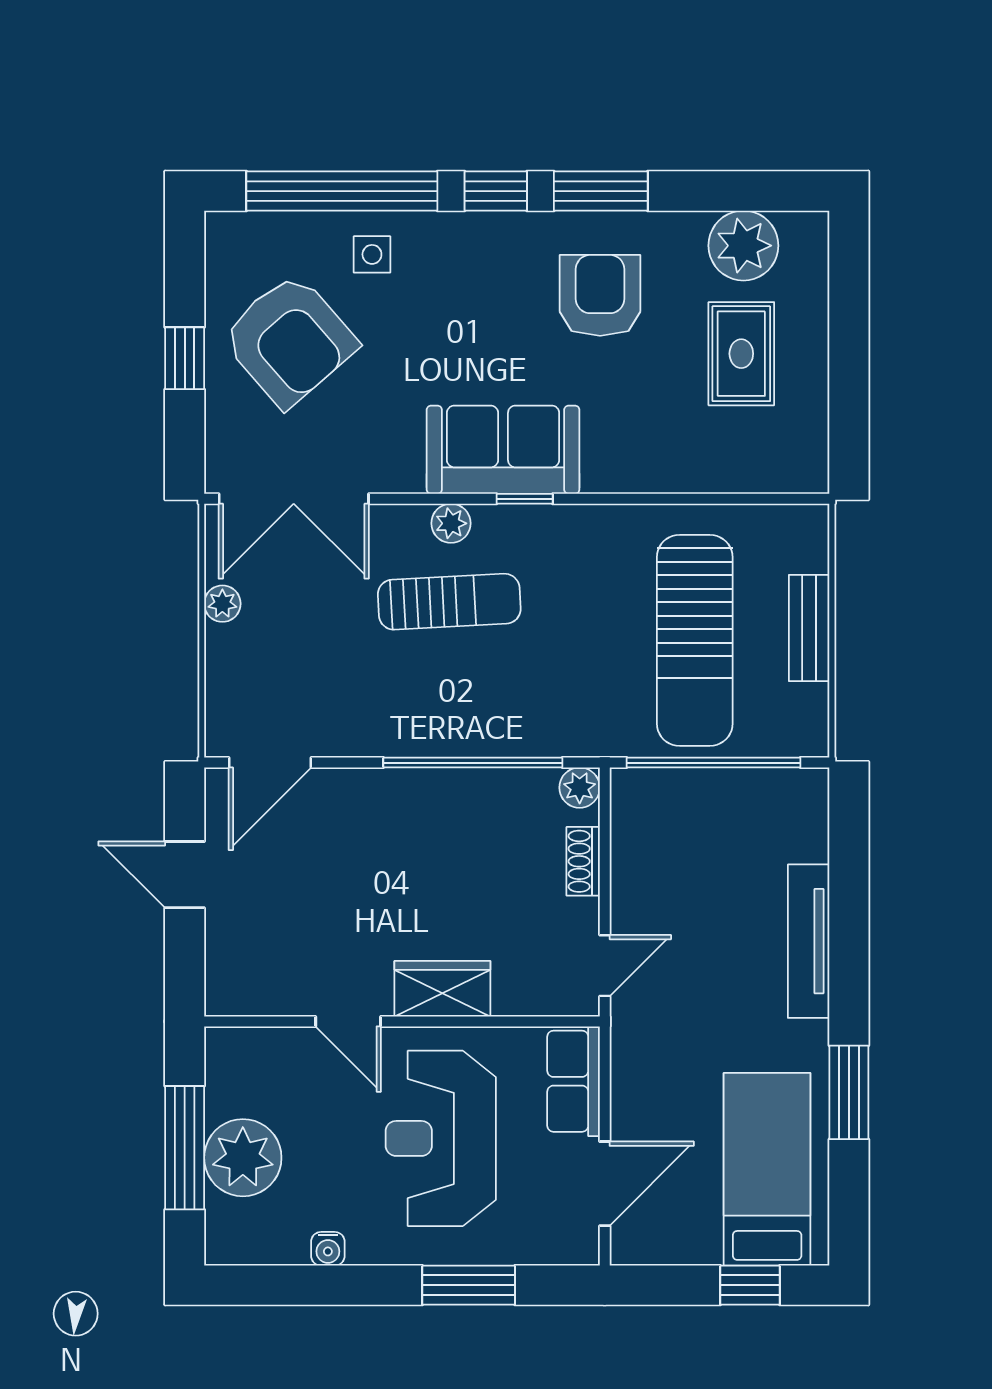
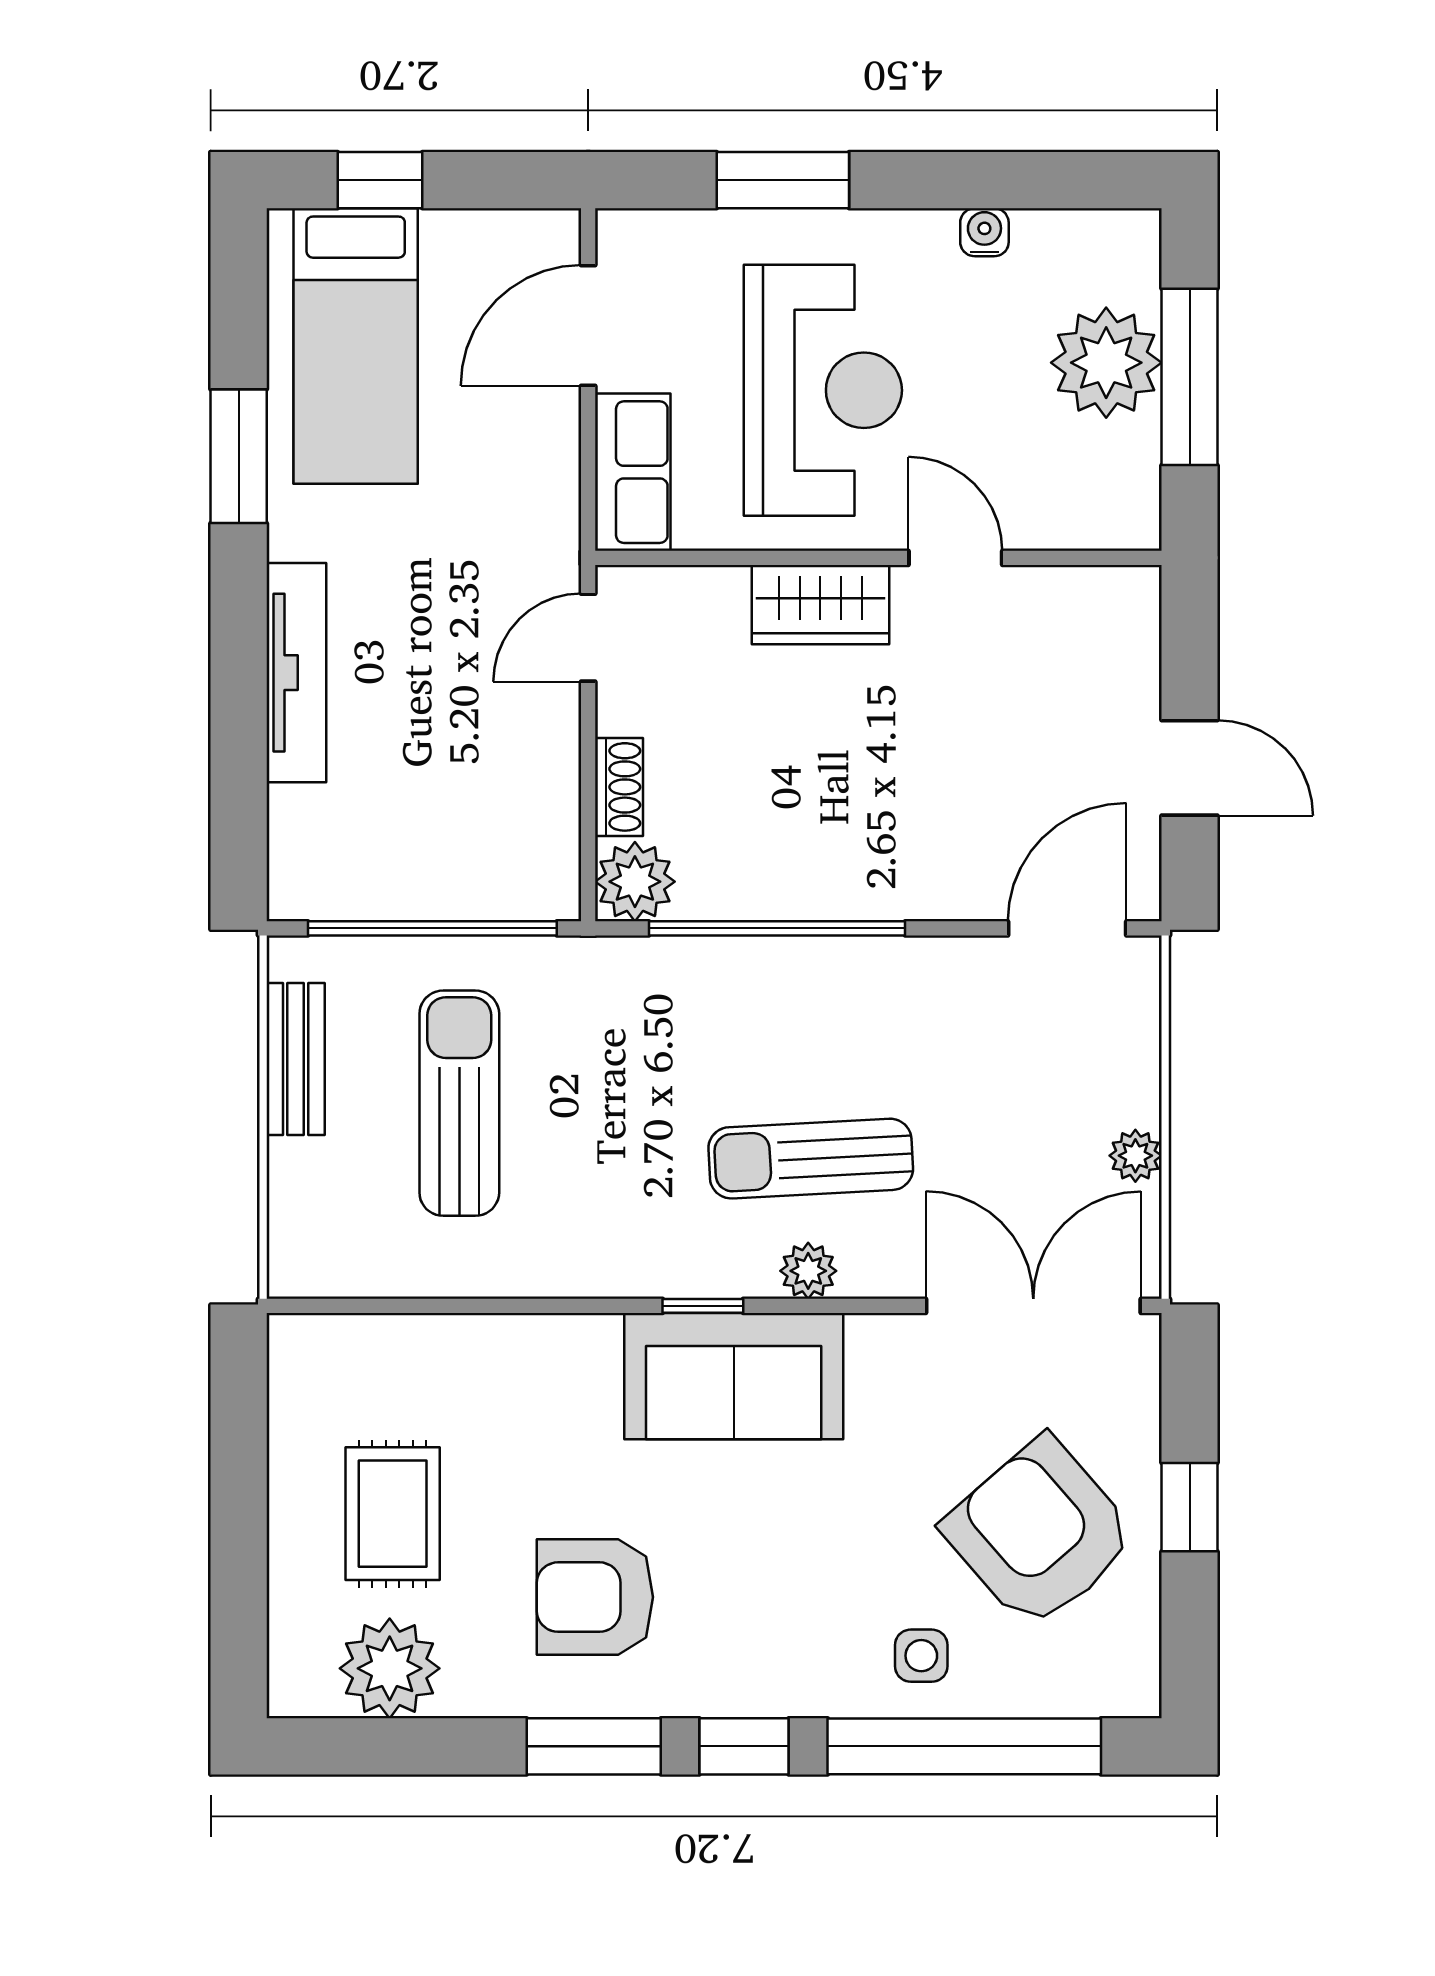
armchair: (600, 295) -> (595, 1597), turned 90
bench: (809, 628) -> (296, 1059), moved
sun lounger: (695, 640) -> (459, 1103), width x0.73, depth x0.75
plant: (580, 788) -> (635, 882), width x1.38, depth x1.38

